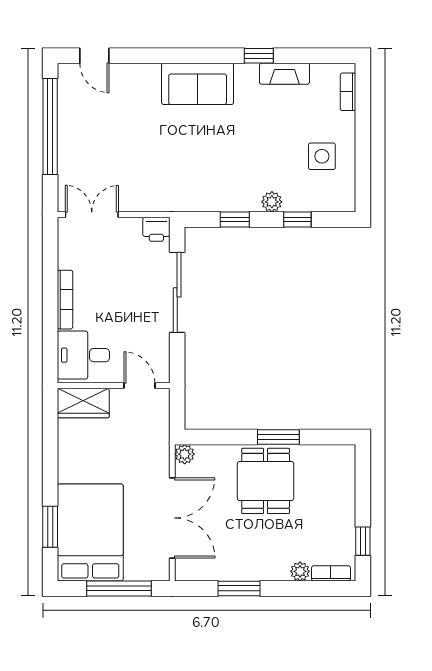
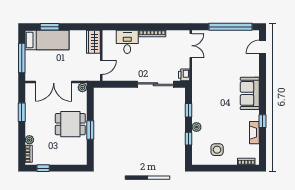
wall: (114, 386) -> (101, 56), moved
door: (139, 386) -> (101, 67), moved
wardrobe: (83, 403) -> (93, 42), moved
bed: (90, 532) -> (47, 40), width x0.67

